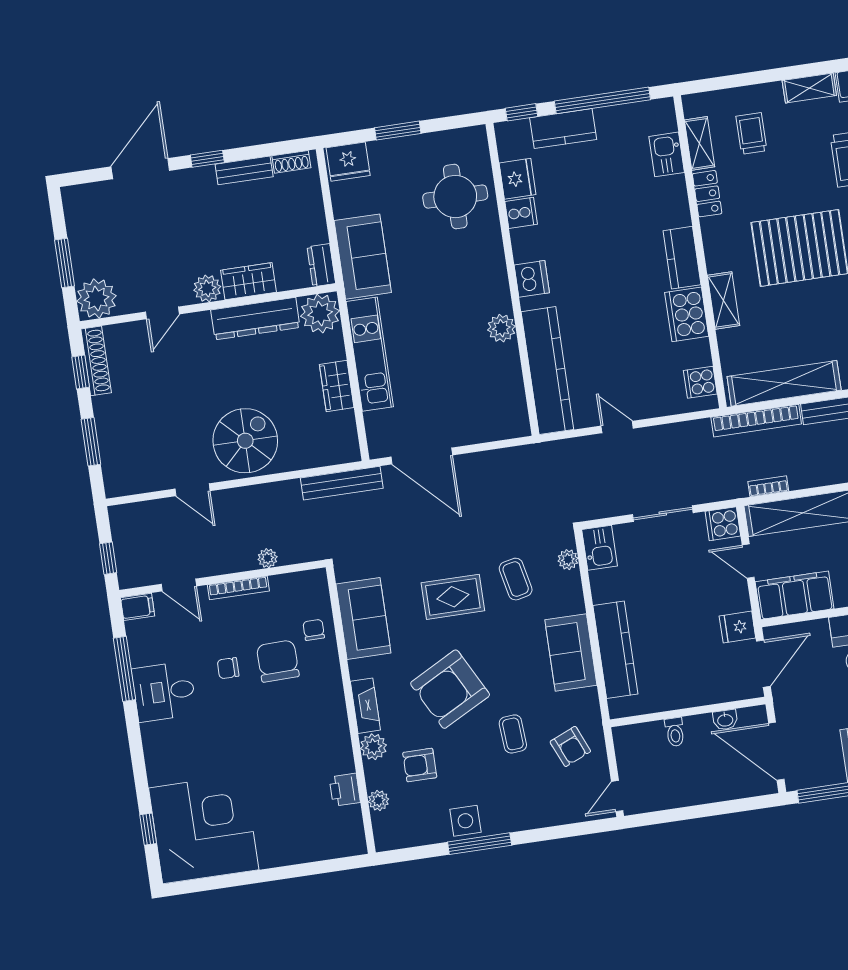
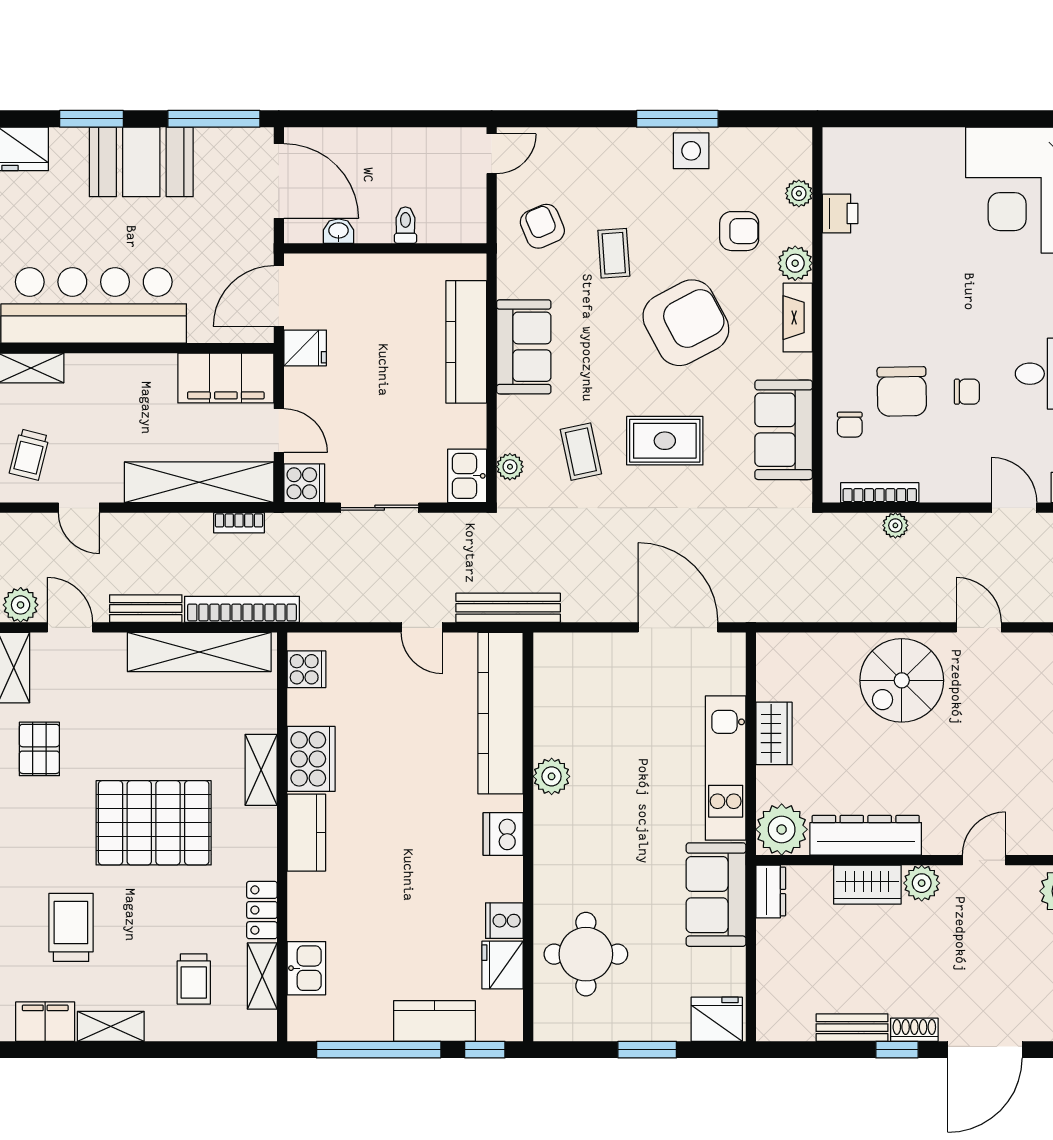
shoe rack: (291, 162) -> (914, 1030), moved
bench: (342, 483) -> (508, 608), moved
bookcase: (238, 588) -> (880, 493), moved

